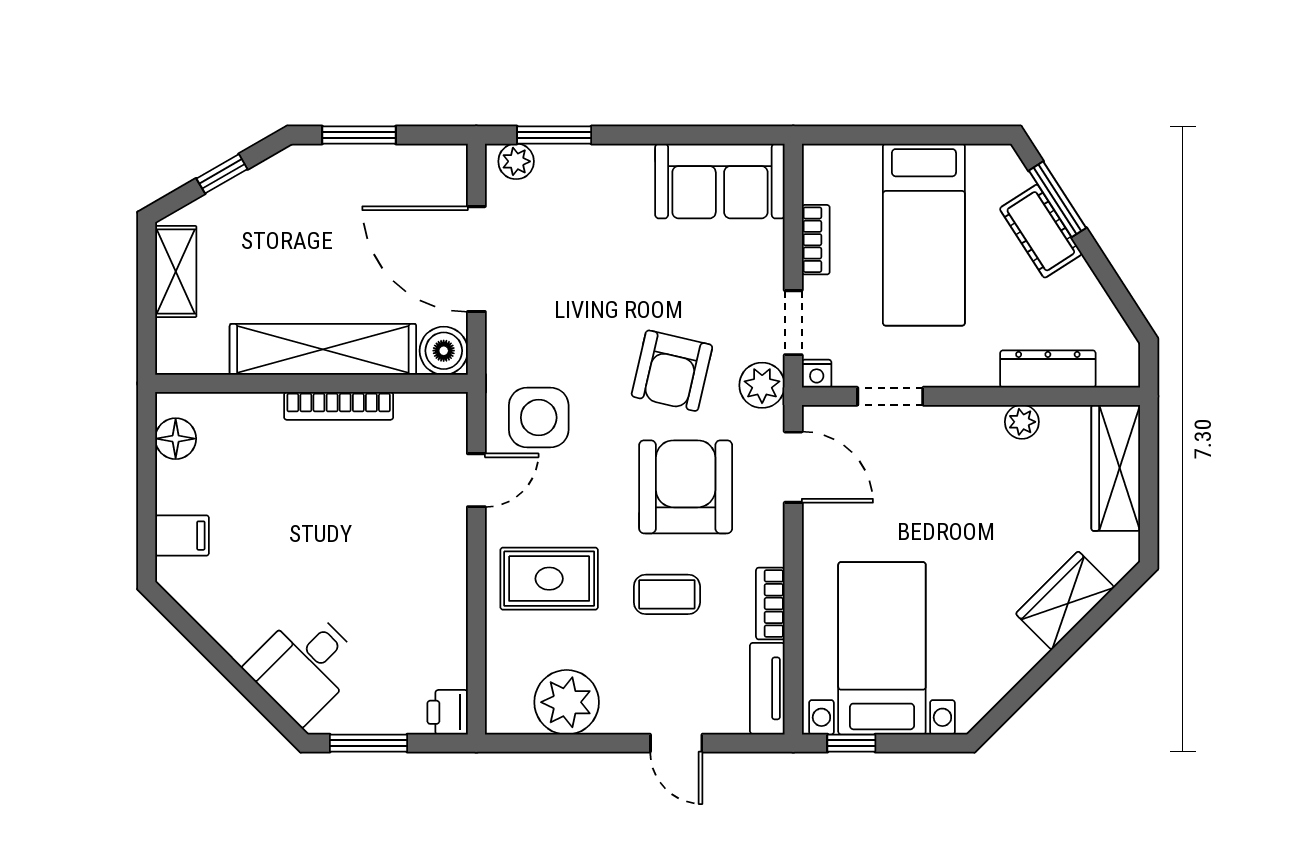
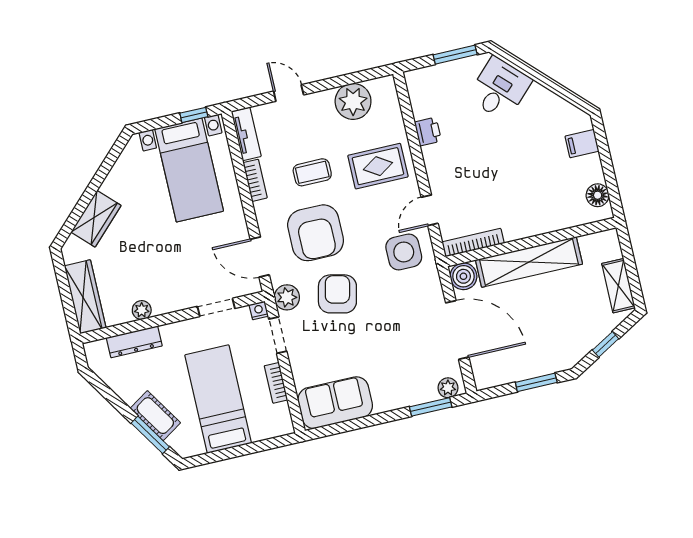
bookcase: (339, 406) -> (473, 243), moved
printer: (448, 712) -> (428, 132), moved

